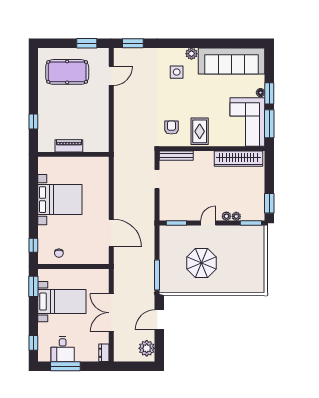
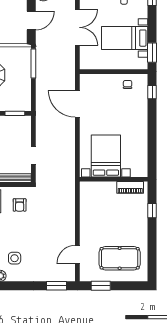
piano: (69, 146) -> (130, 187), moved
bed with nightstands: (60, 200) -> (106, 156), moved, turned 90

